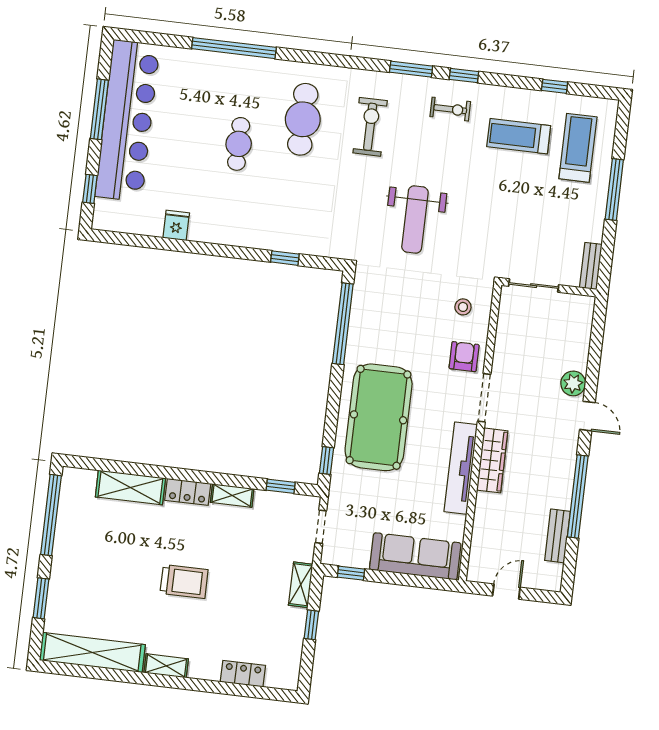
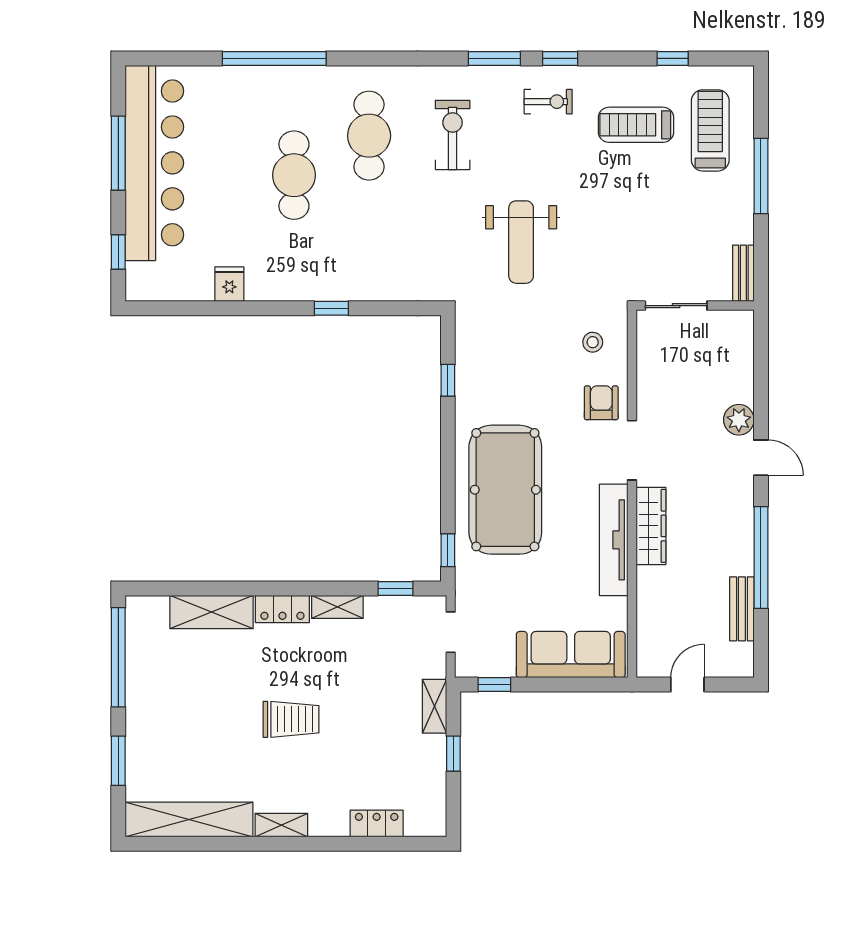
cafe table: (239, 144) -> (294, 175), width x1.37, depth x1.35
window: (285, 258) -> (331, 308), moved
window: (343, 324) -> (448, 380), width x0.32

